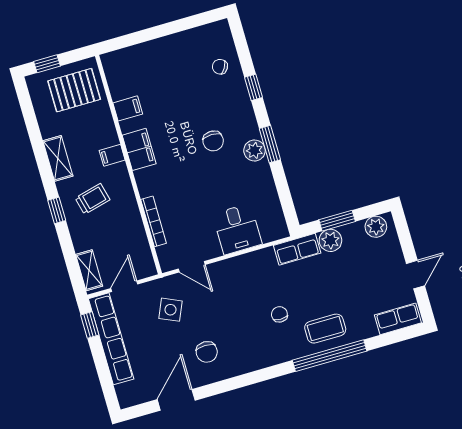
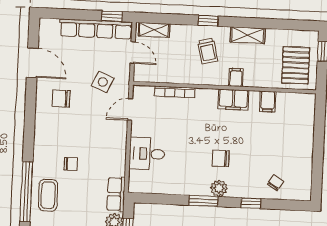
plant: (254, 150) -> (219, 188), moved

